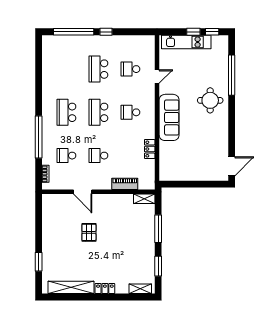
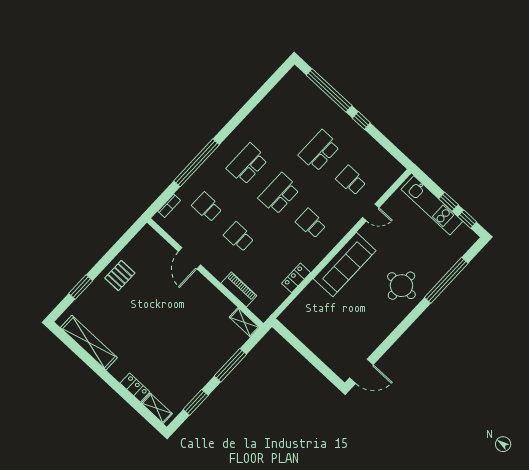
pallet: (89, 232) -> (120, 275), moved
locker: (105, 289) -> (135, 388), moved

